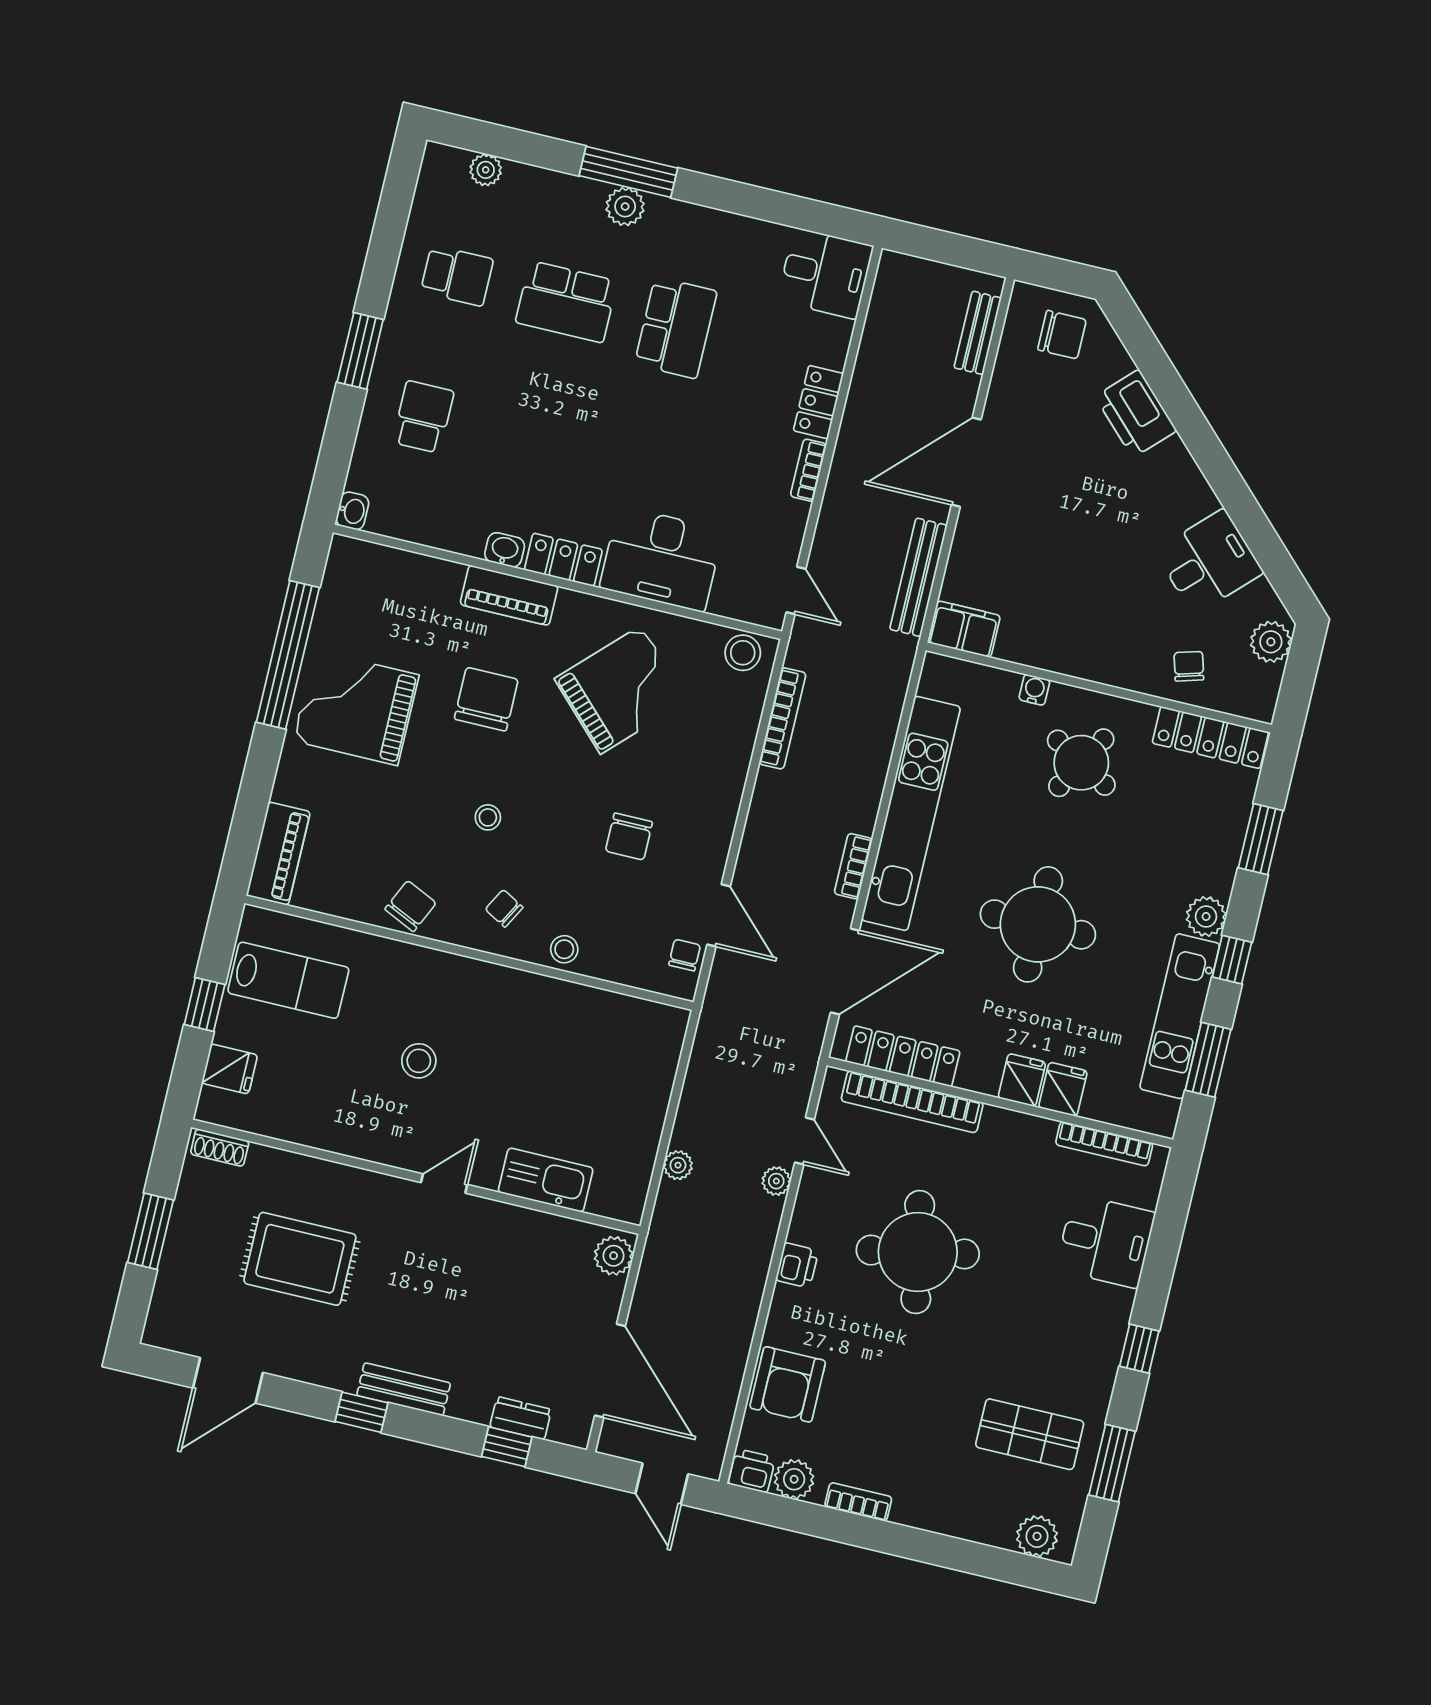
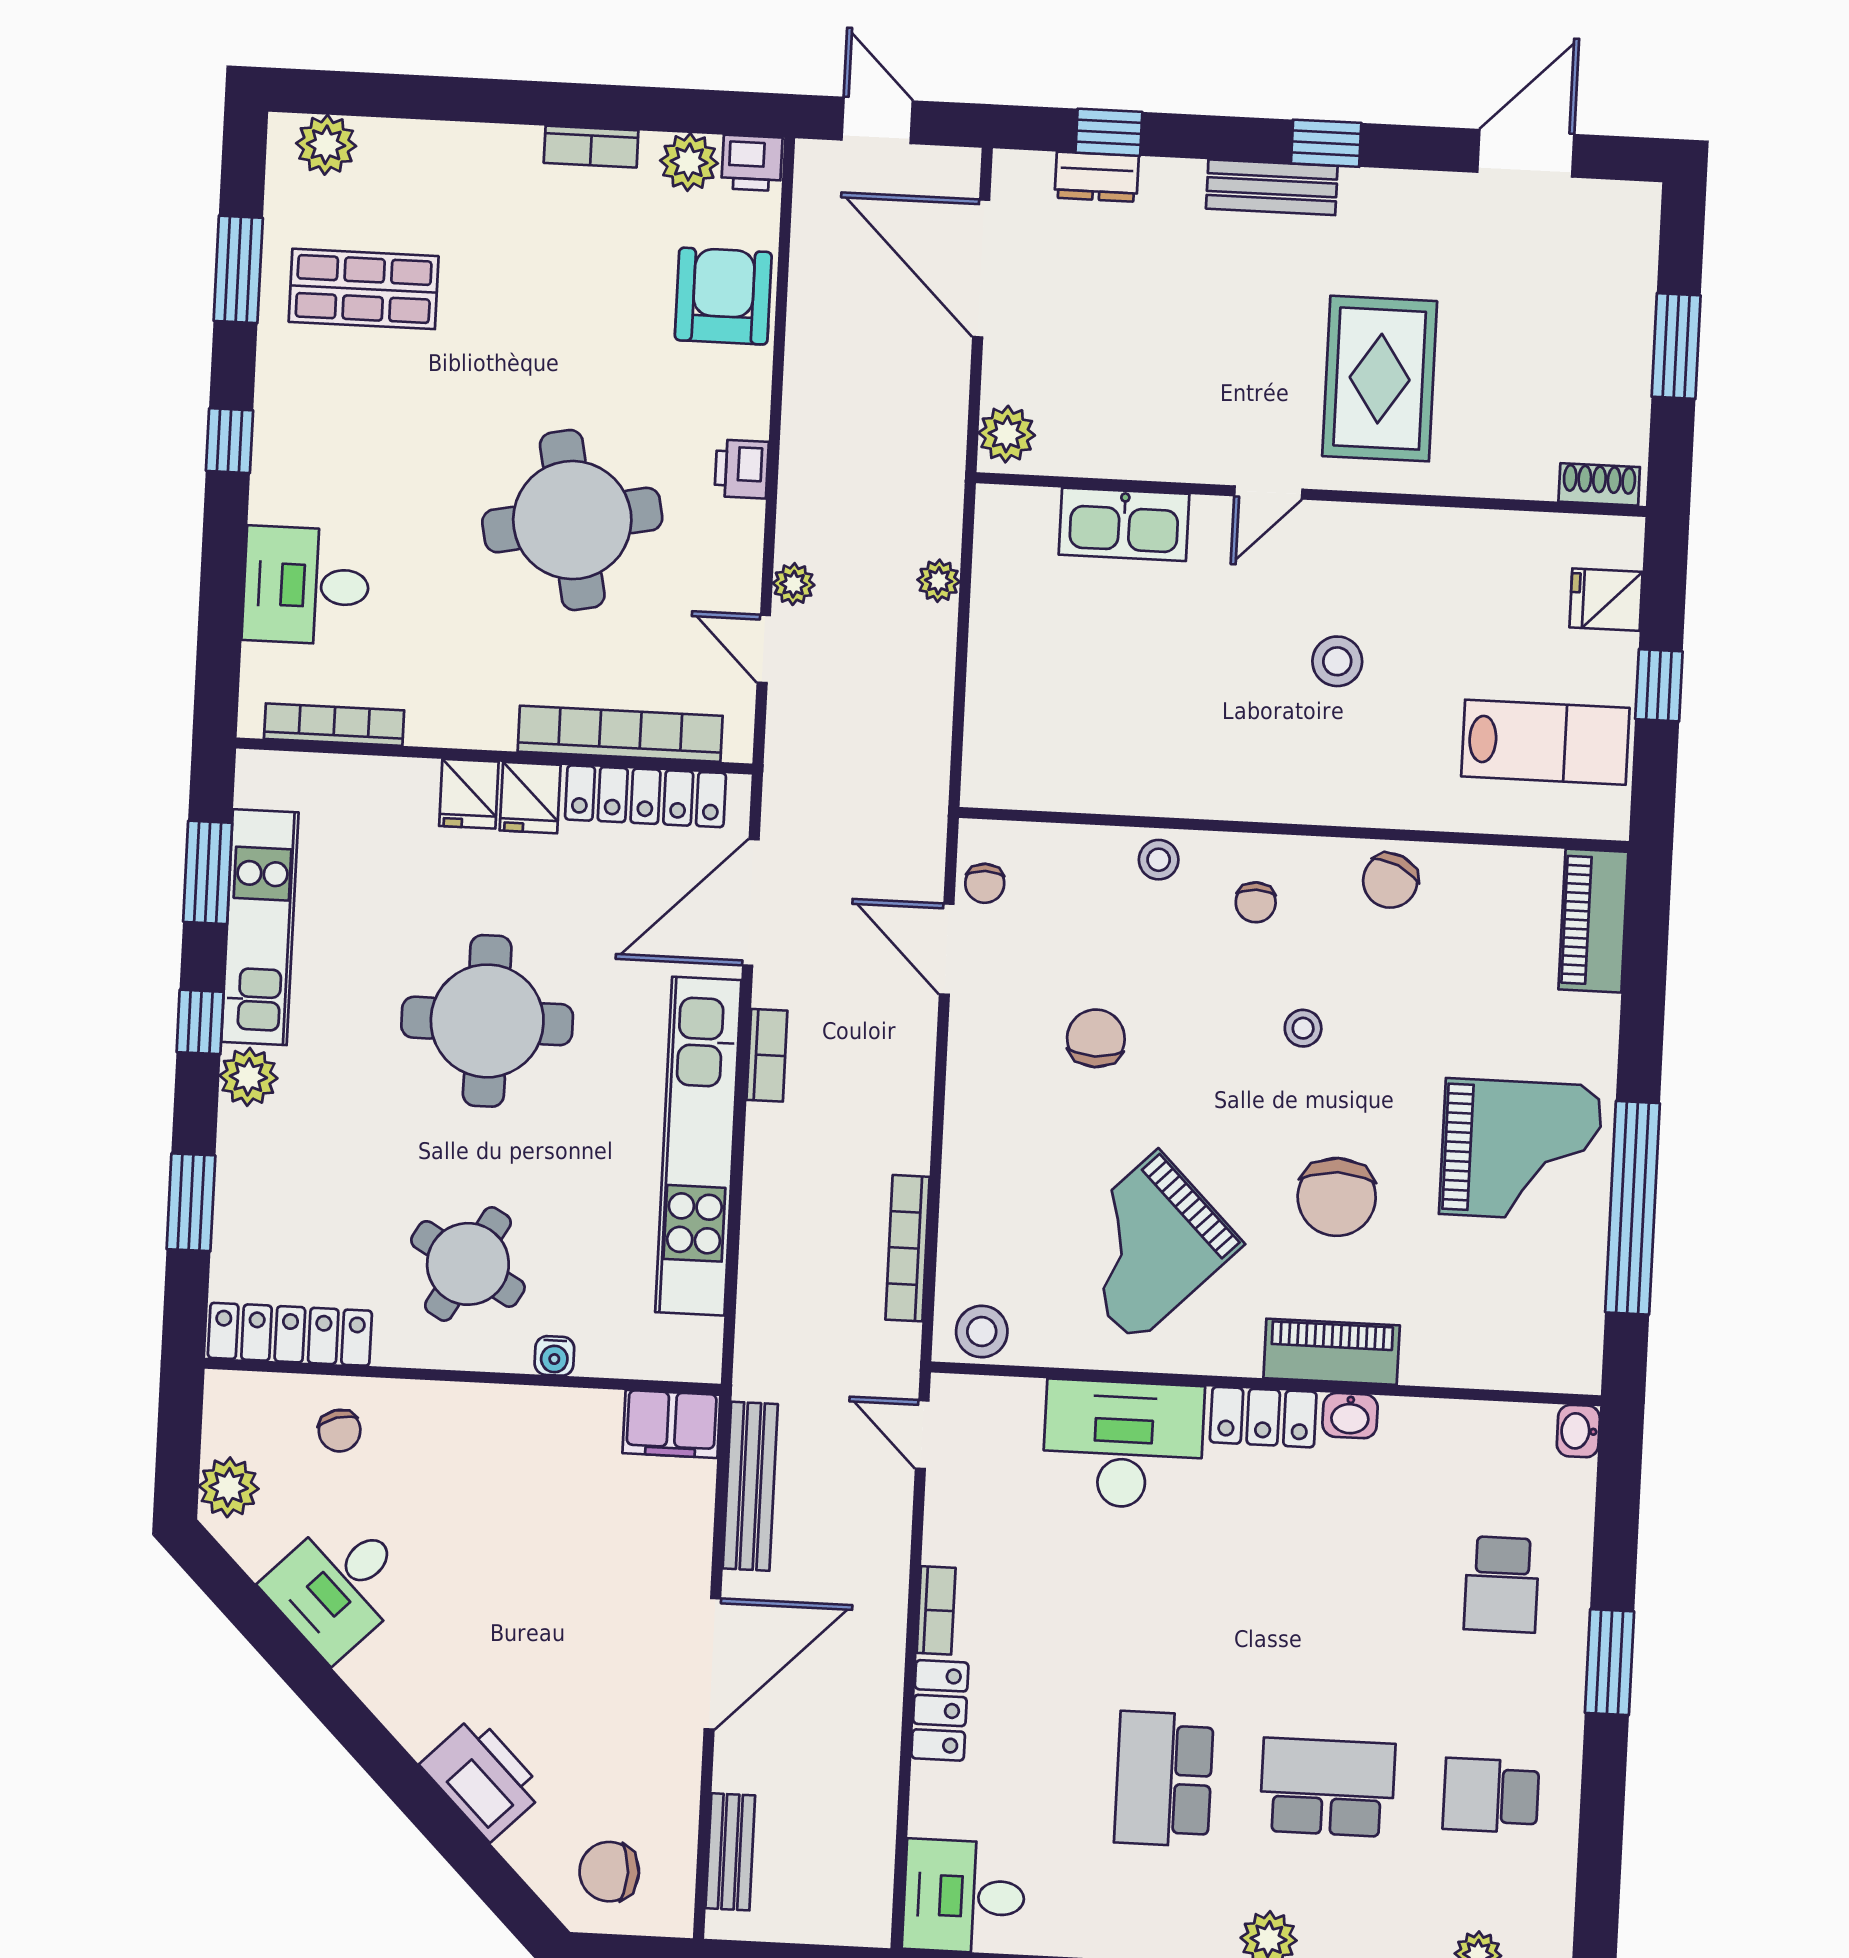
chair: (504, 908) -> (1256, 902), turned 61
lab bench: (288, 980) -> (1545, 742), turned 180
fridge: (1063, 1089) -> (530, 798), moved
rug: (300, 1259) -> (1380, 379), moved, turned 90

